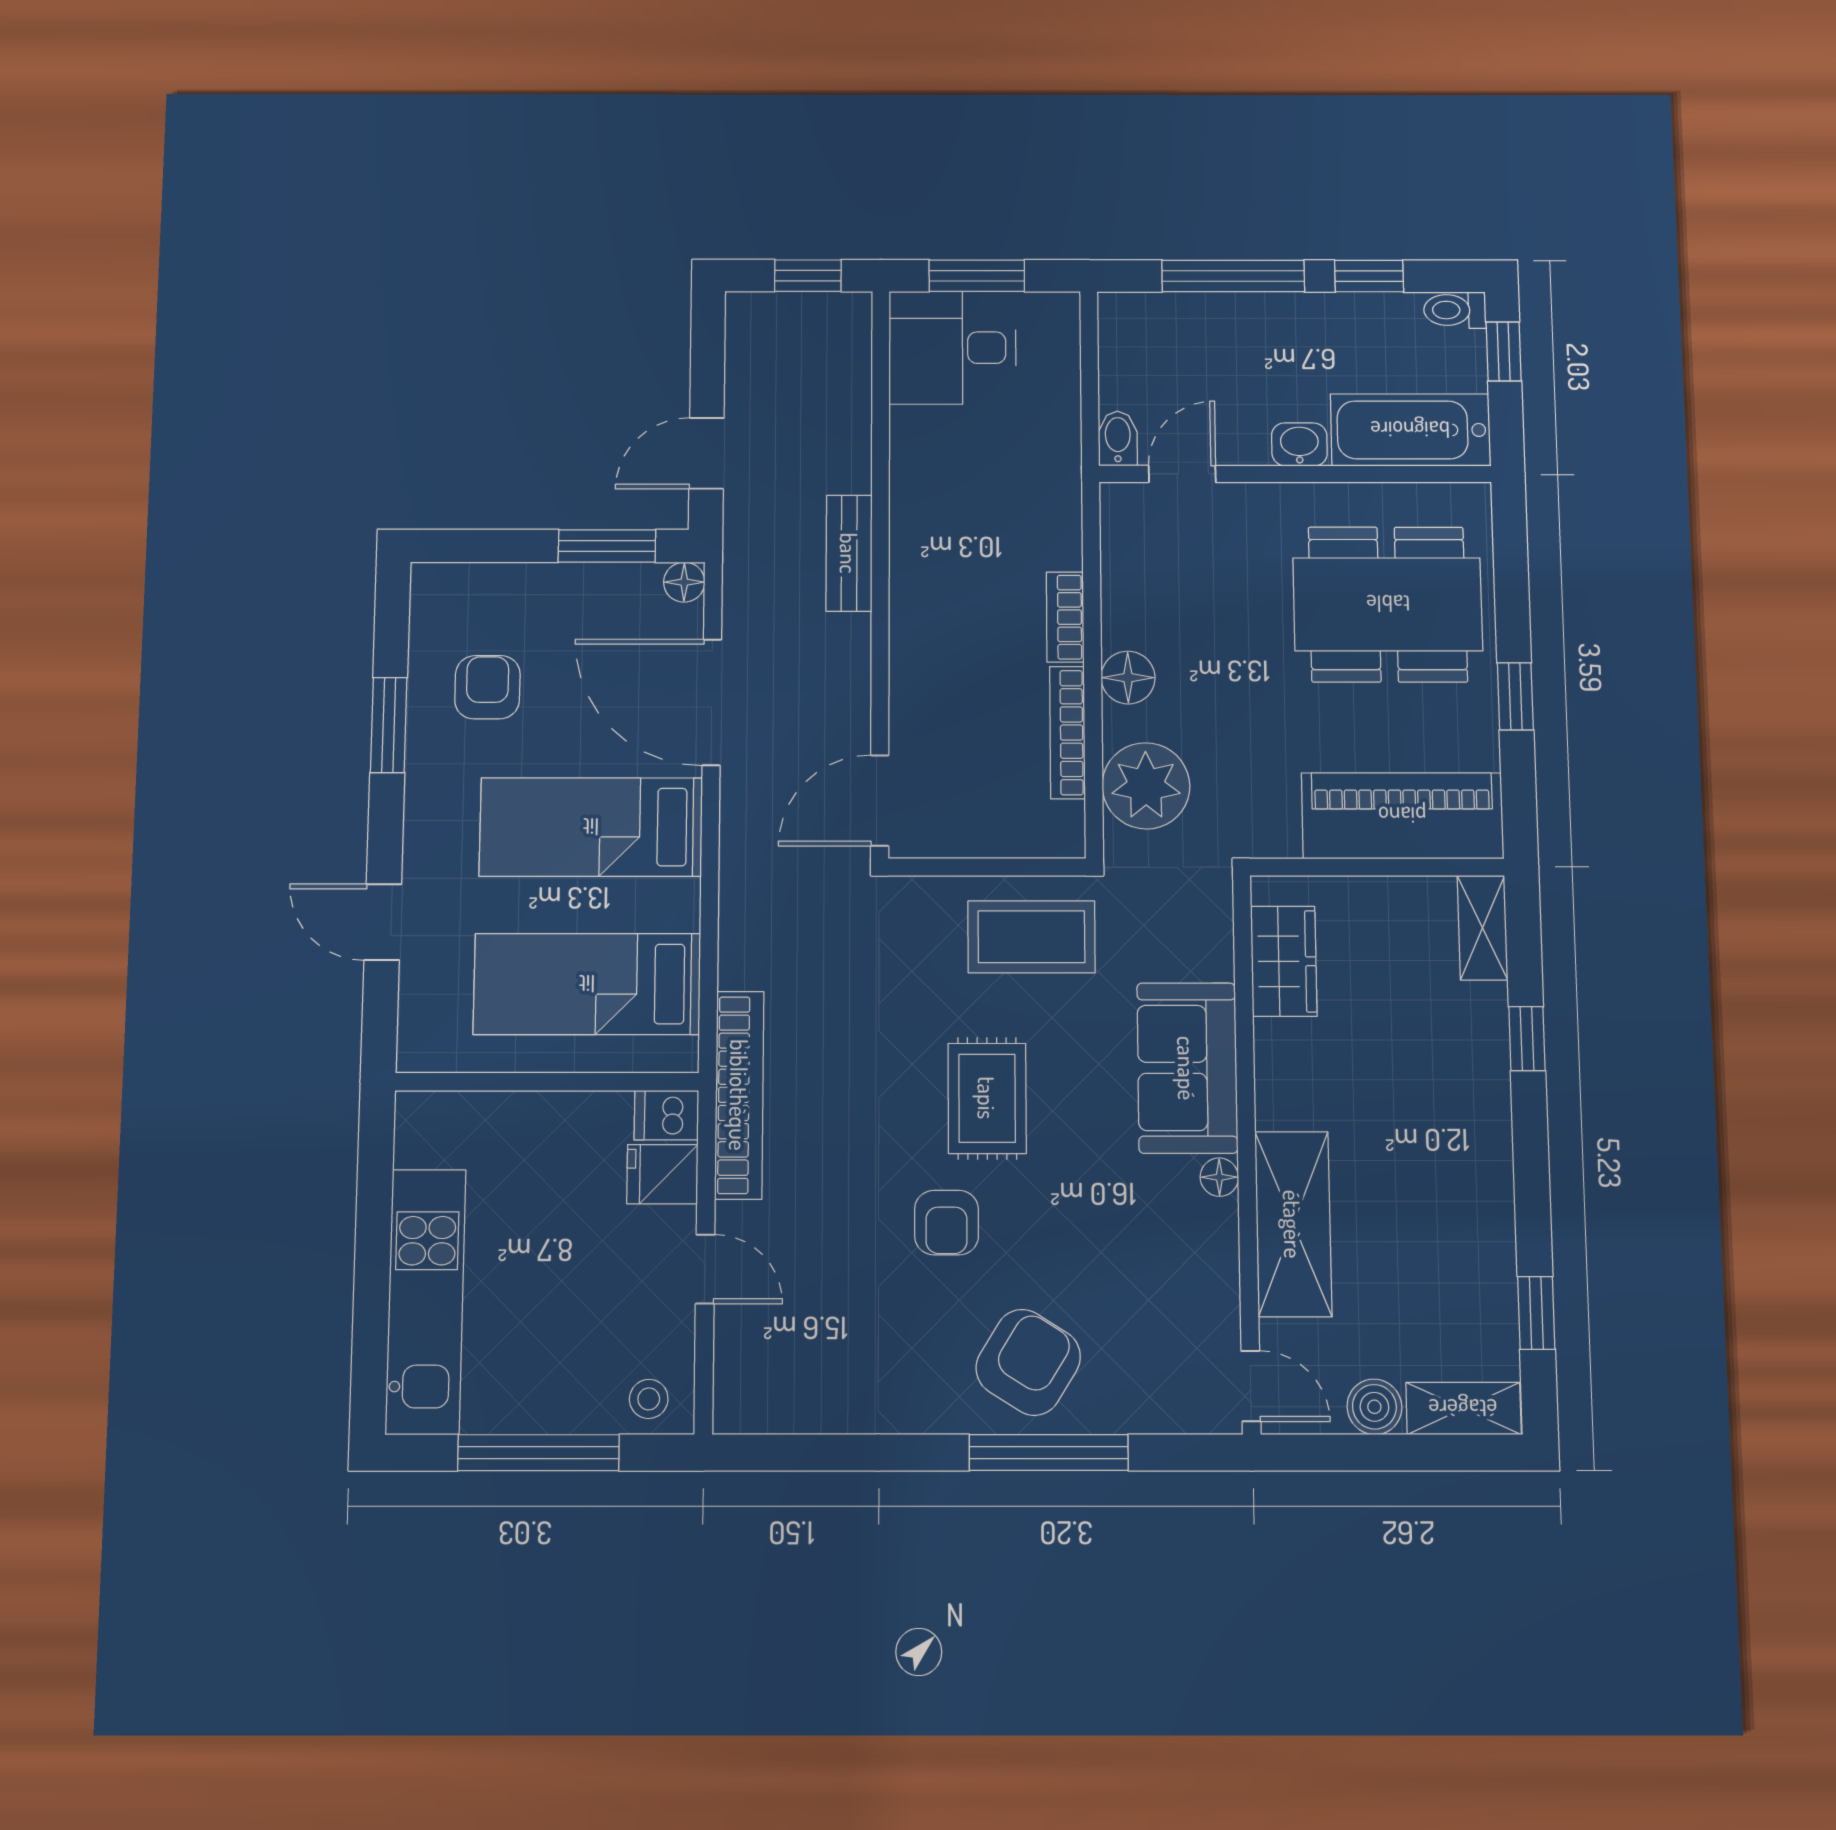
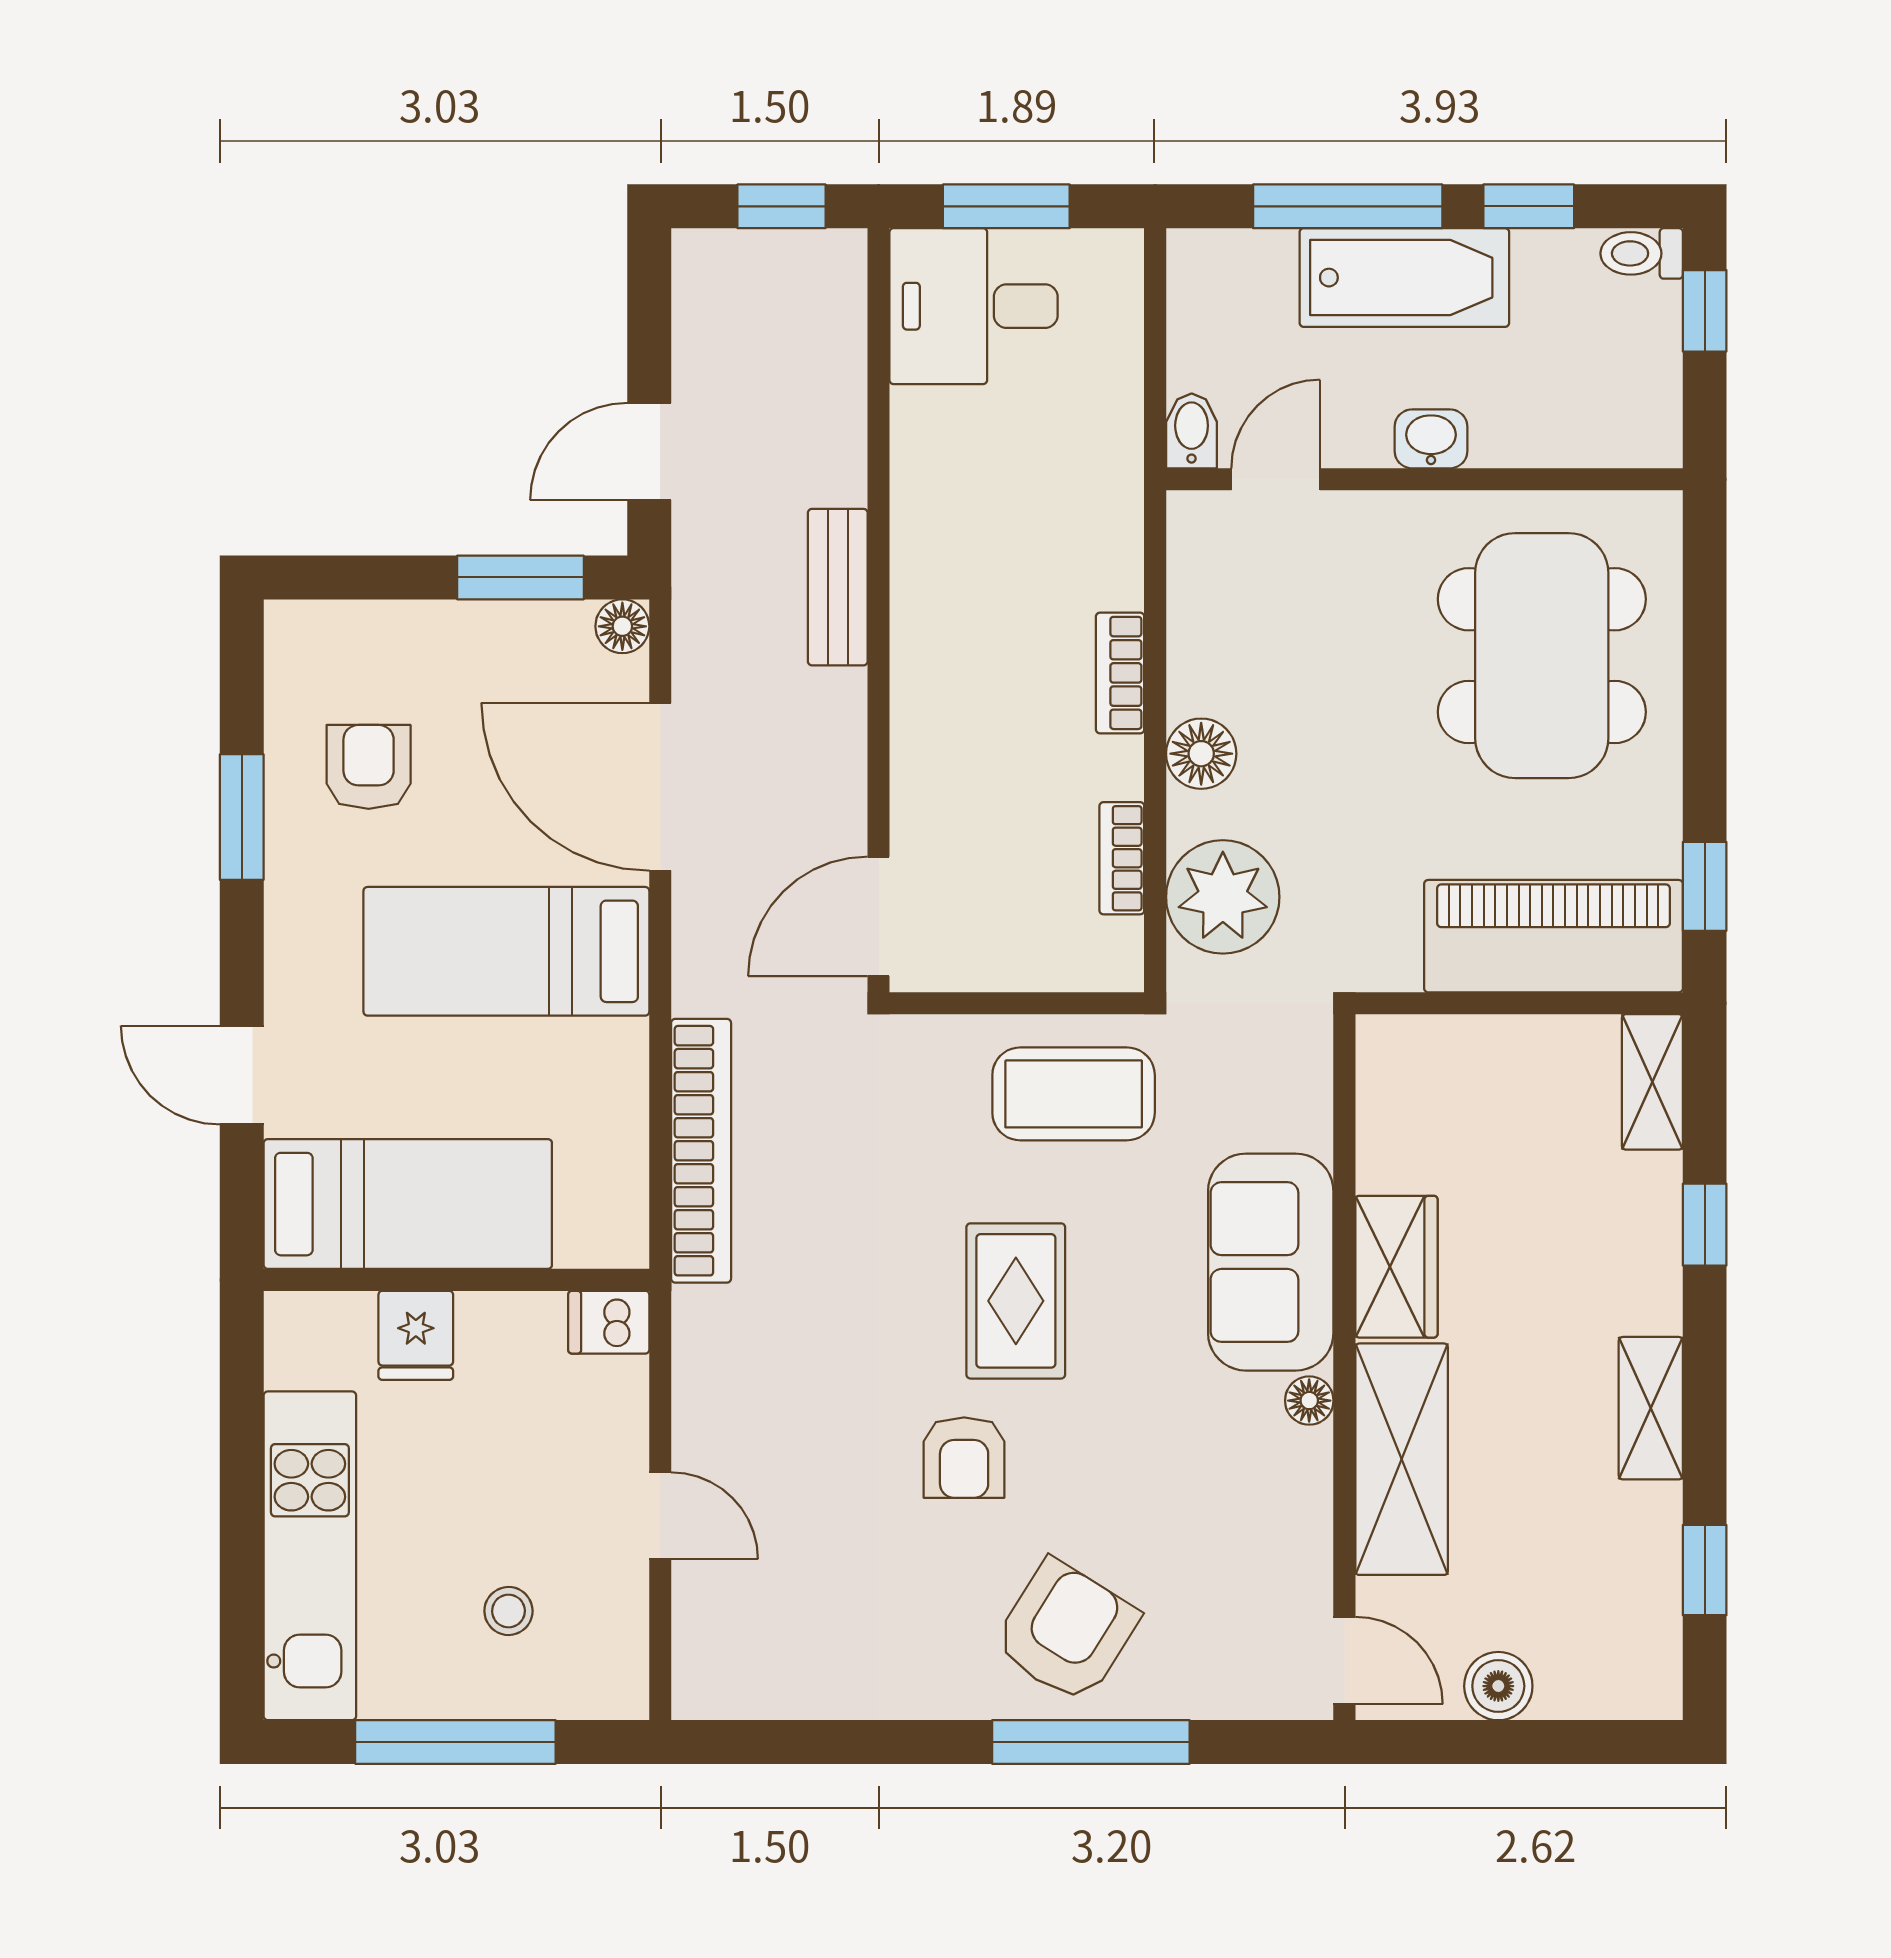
bathtub: (1410, 430) -> (1404, 278), moved, turned 180
dining table: (1388, 604) -> (1542, 656), turned 90
window: (1515, 696) -> (1705, 886), moved
bookcase: (1067, 733) -> (1122, 858), width x0.64
wardrobe: (1284, 961) -> (1396, 1267), moved
bed: (587, 984) -> (408, 1204), moved, turned 180
bookcase: (739, 1095) -> (701, 1151), moved
fridge: (662, 1174) -> (416, 1335), moved, turned -90
stool: (649, 1399) -> (508, 1611), moved
shelving: (1463, 1409) -> (1651, 1408), moved, turned 90

